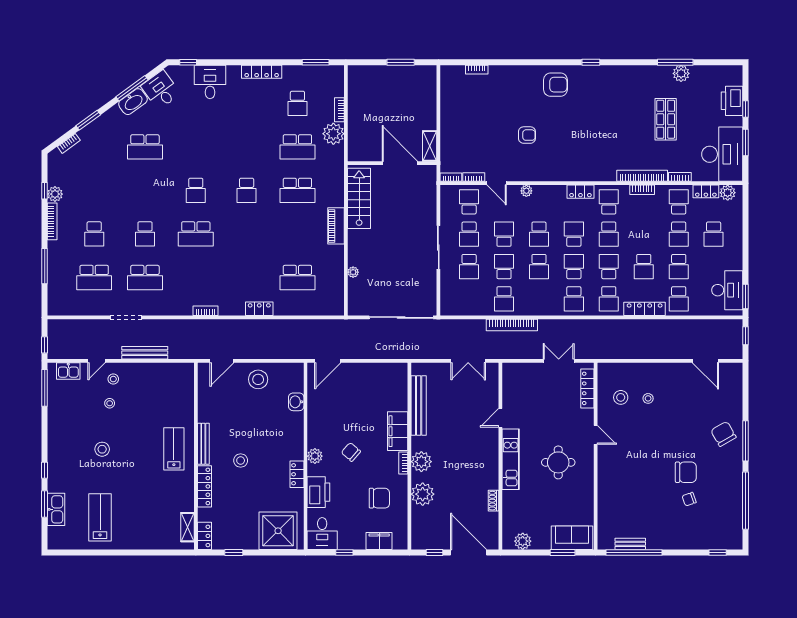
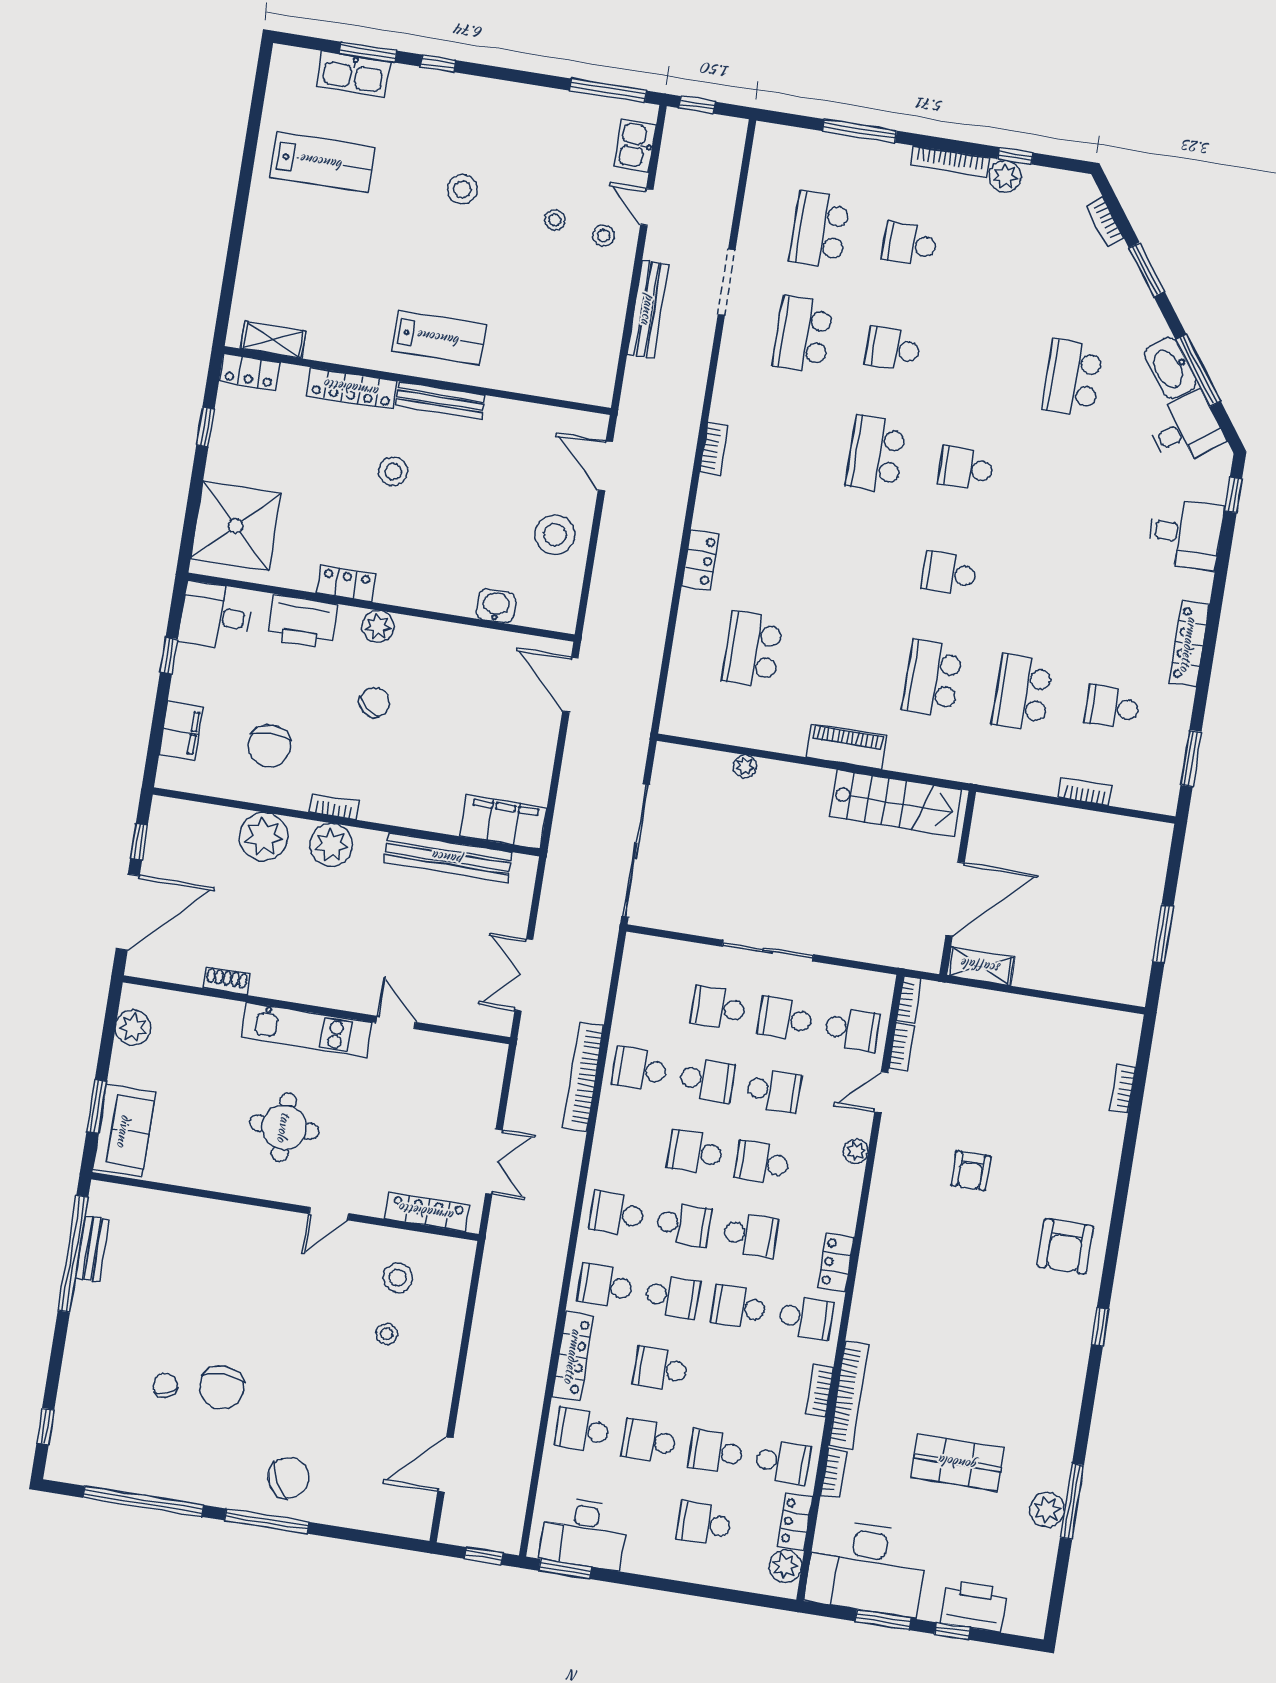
plant: (333, 134) -> (1038, 771), removed
filing cabinet: (398, 431) -> (503, 822), moved

